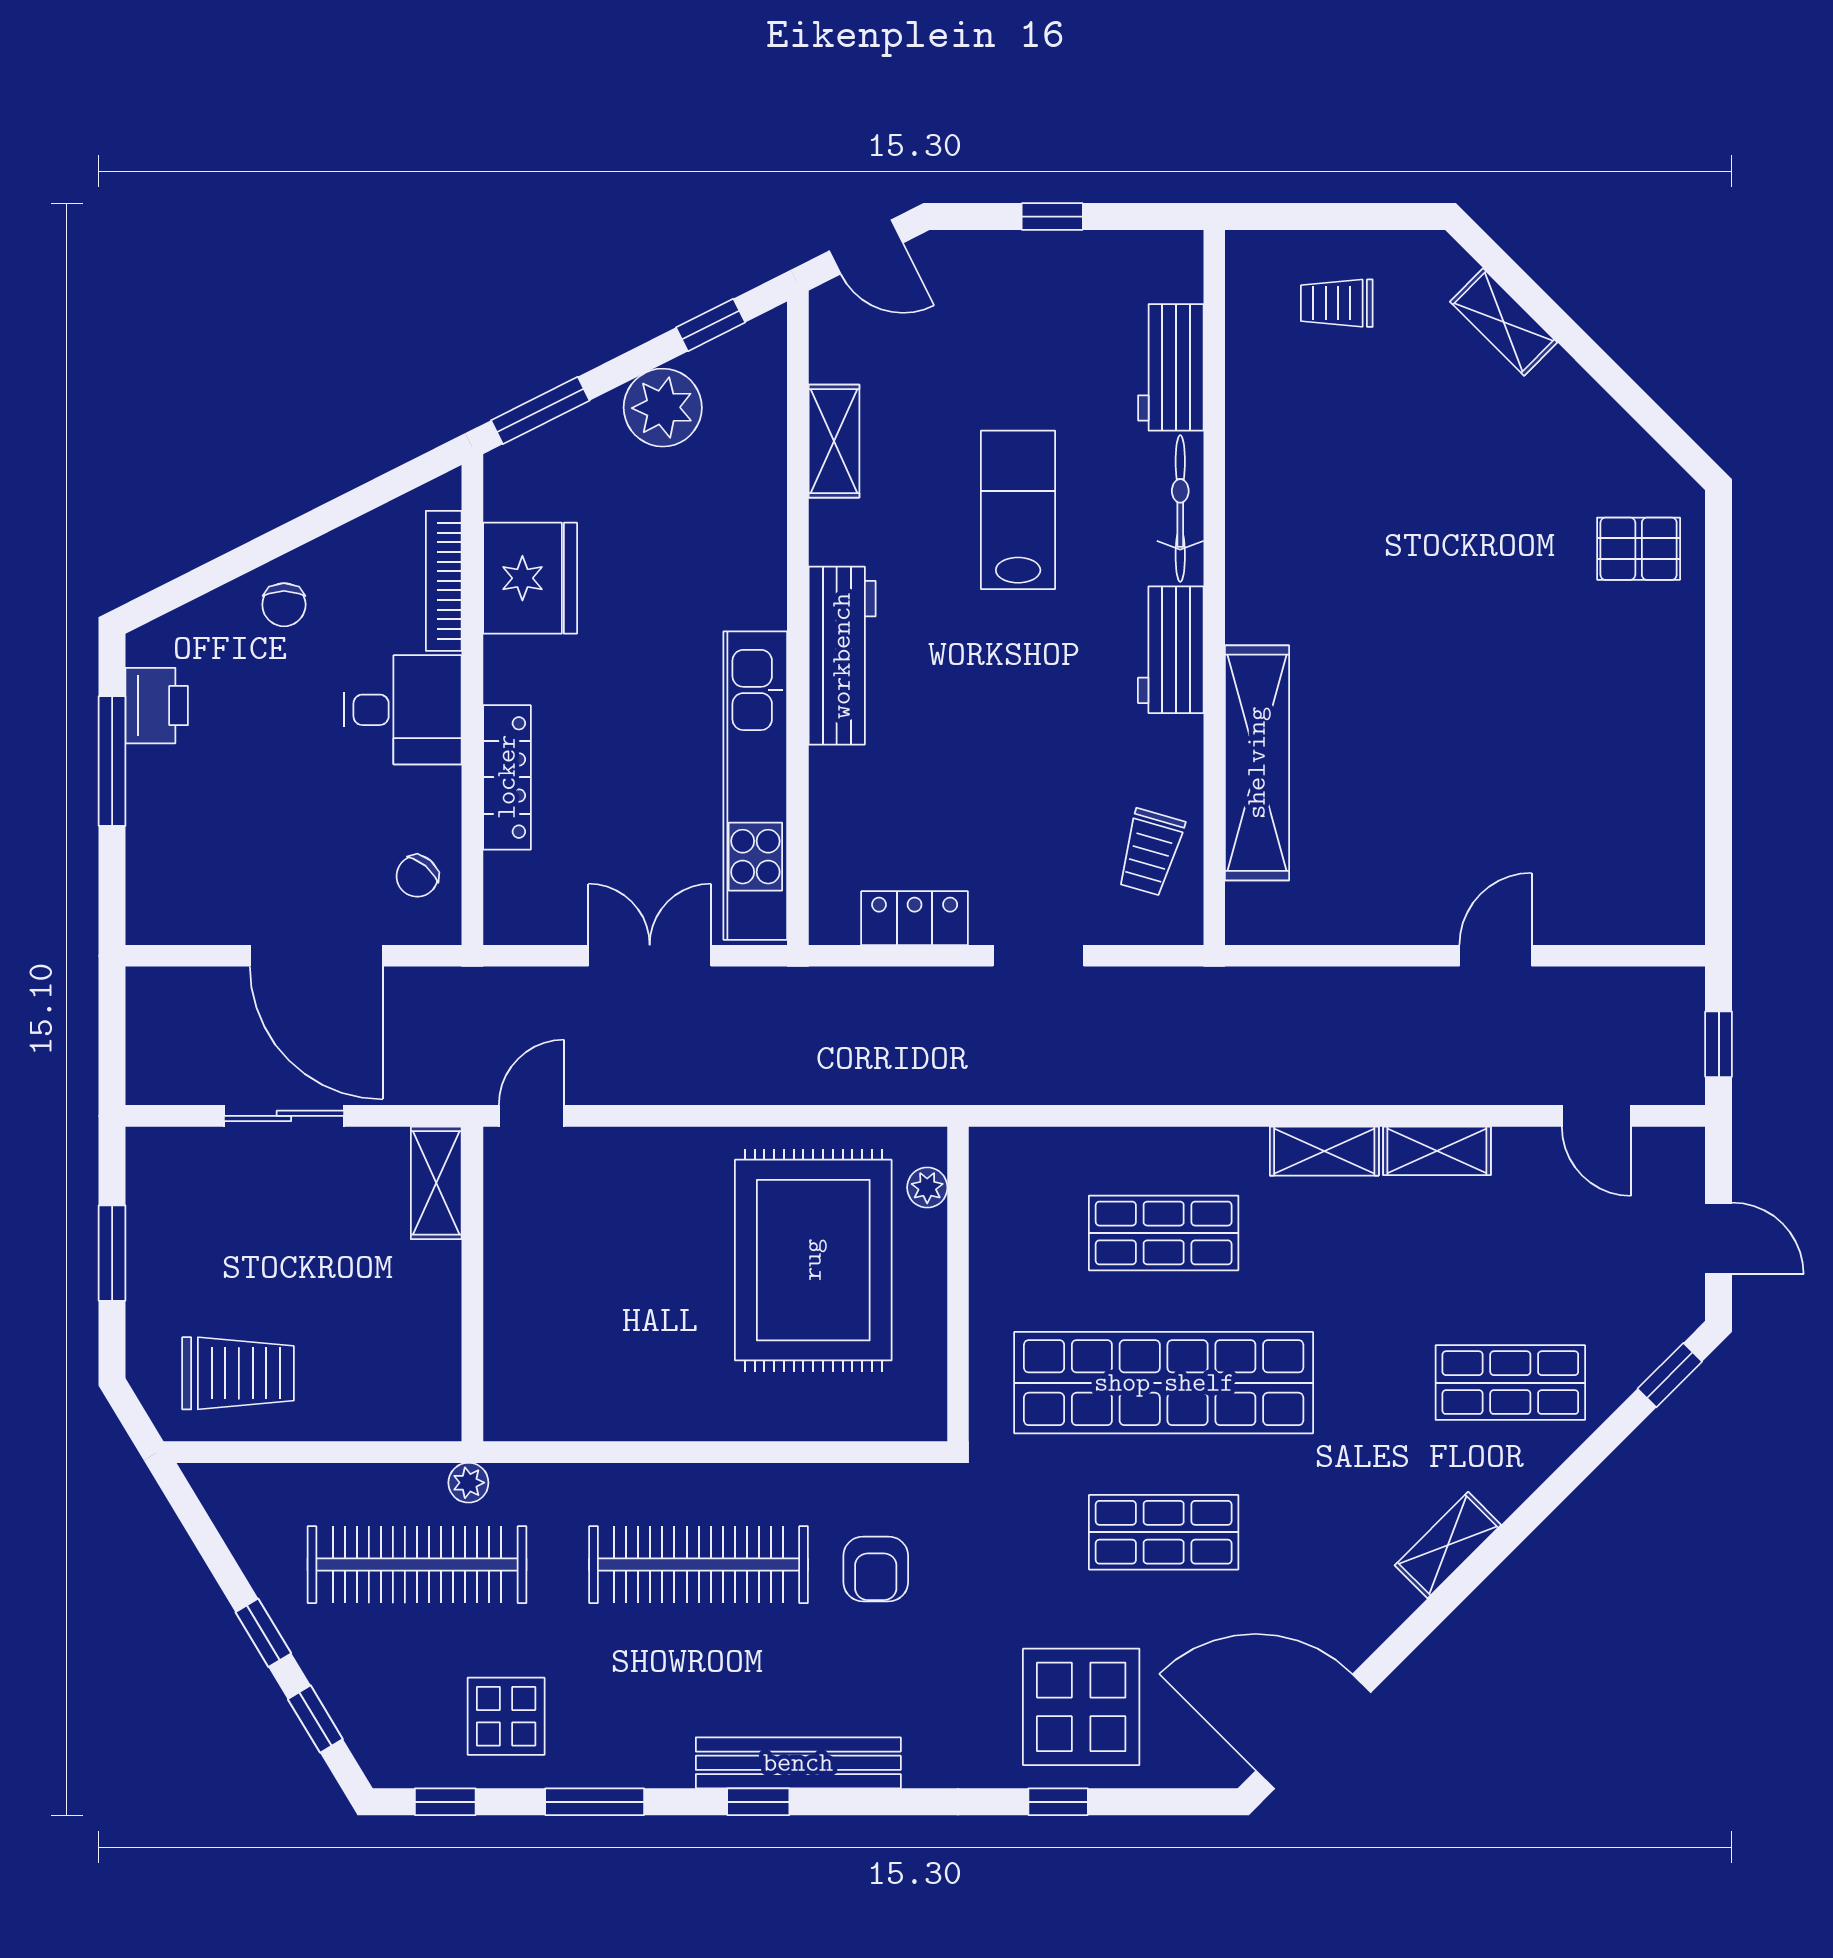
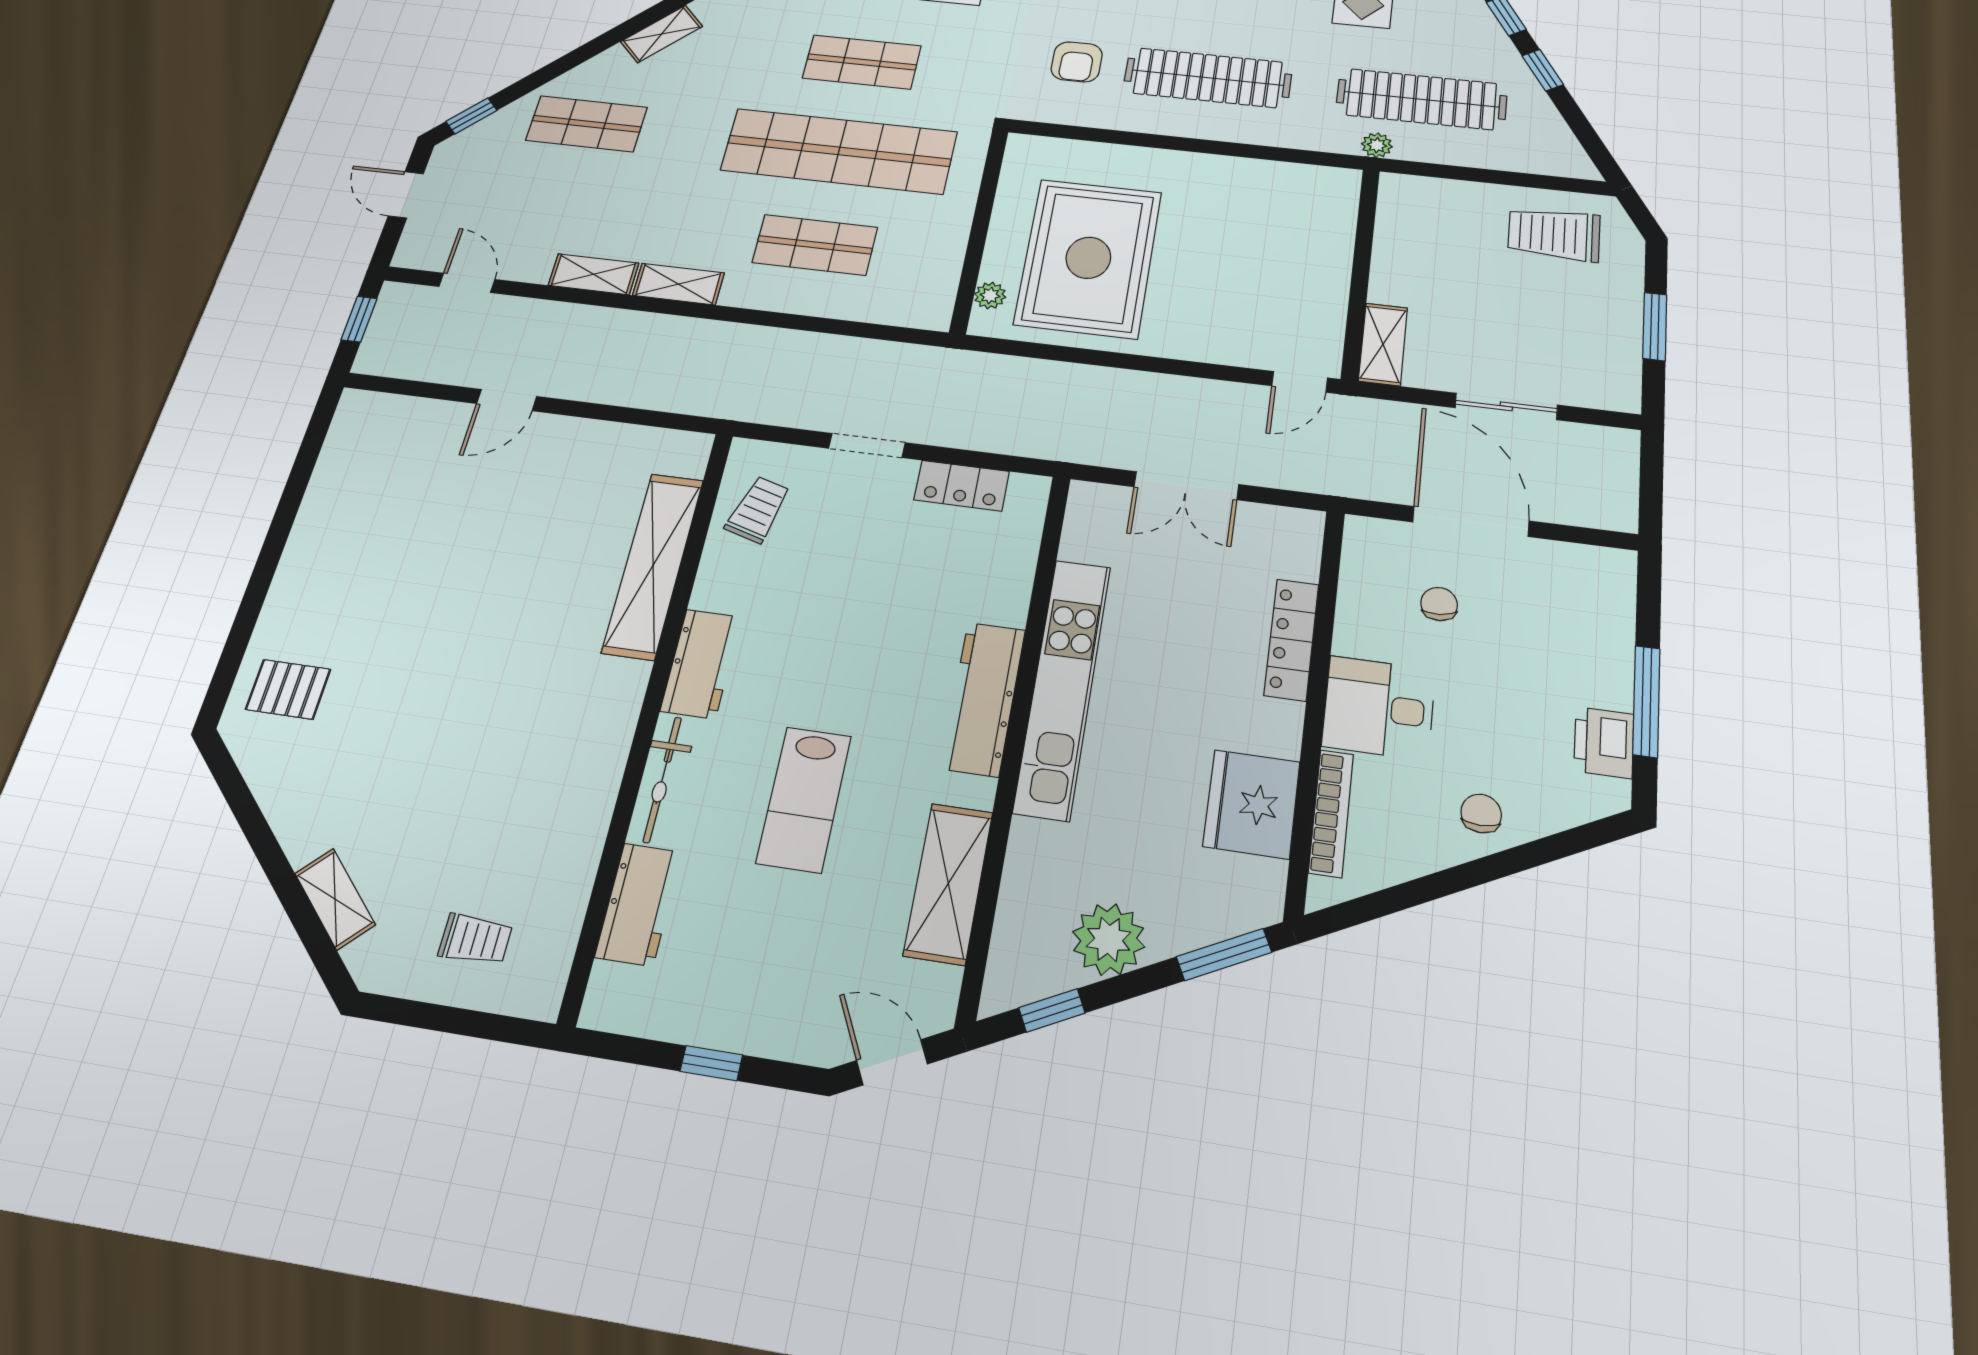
shelving: (834, 441) -> (948, 883), width x1.50, depth x1.33
kitchen unit: (755, 786) -> (1063, 687), moved
chair: (417, 876) -> (1439, 604), moved, turned -45
armchair: (876, 1569) -> (1077, 62), turned 180

